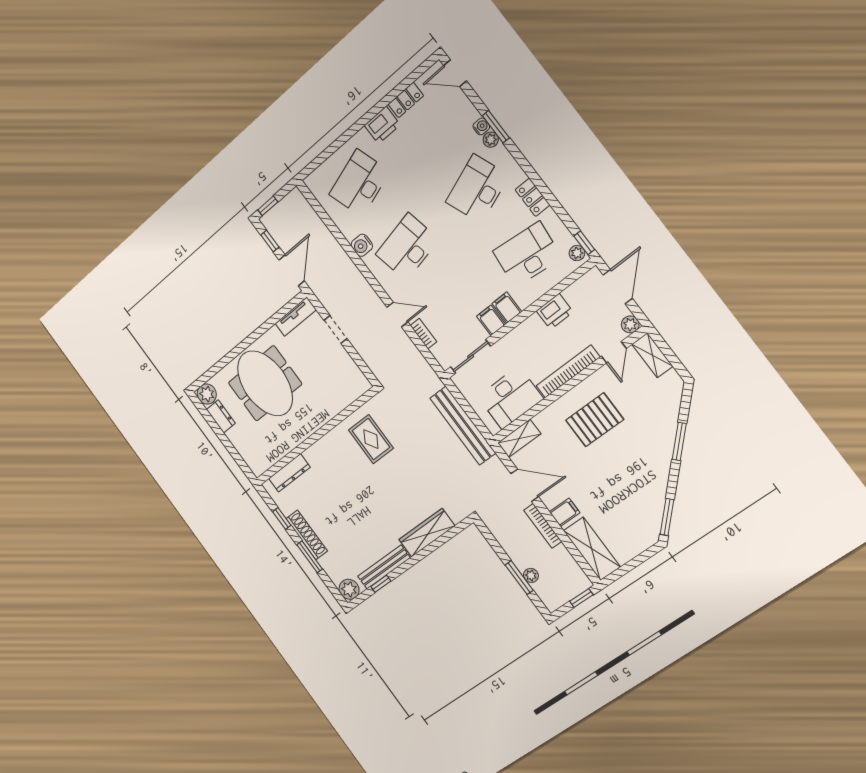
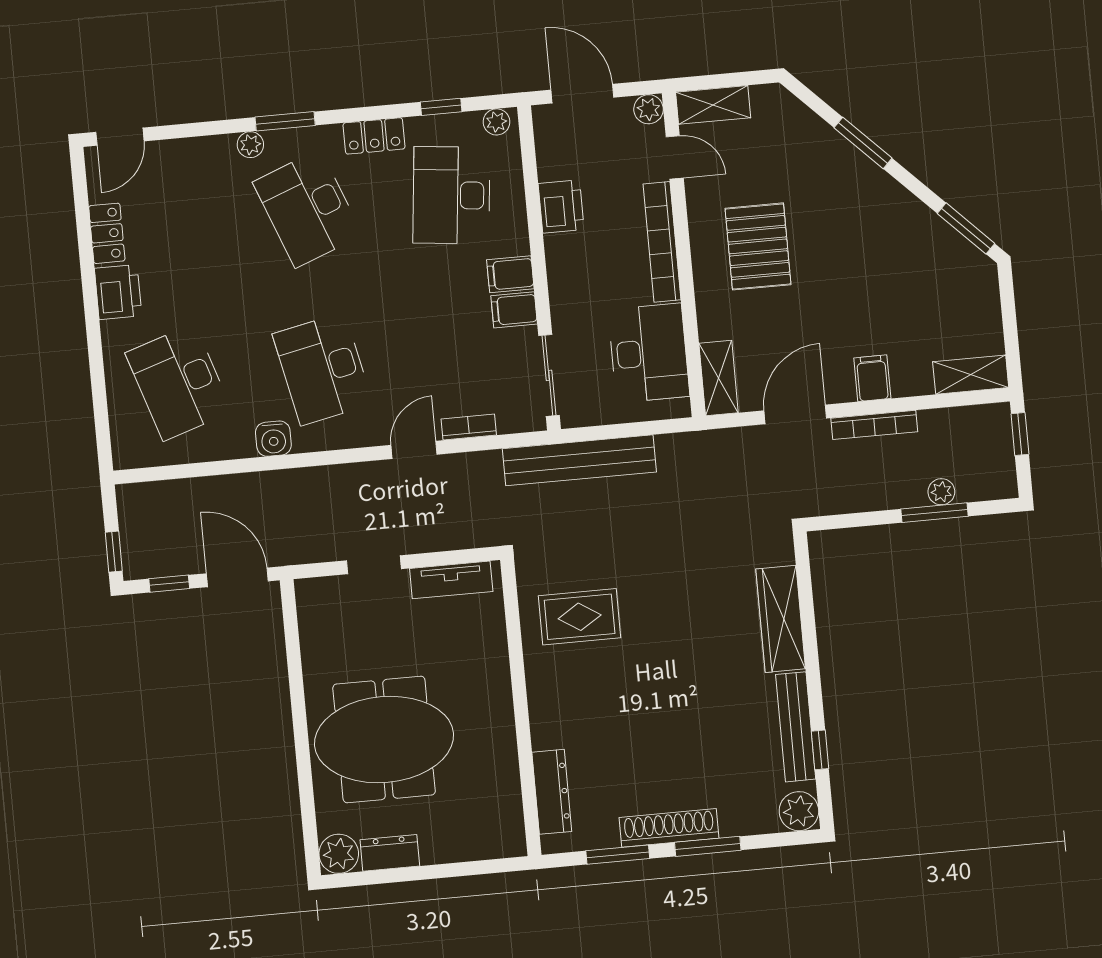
water cooler: (481, 126) -> (222, 146), removed
window: (496, 127) -> (285, 121), moved
window: (584, 243) -> (441, 107), moved
tv unit: (296, 317) -> (451, 580), moved, turned 90
bench: (463, 426) -> (579, 460), moved
window: (282, 519) -> (618, 855), width x1.50
shelving: (592, 549) -> (971, 375), width x0.67, depth x0.75

